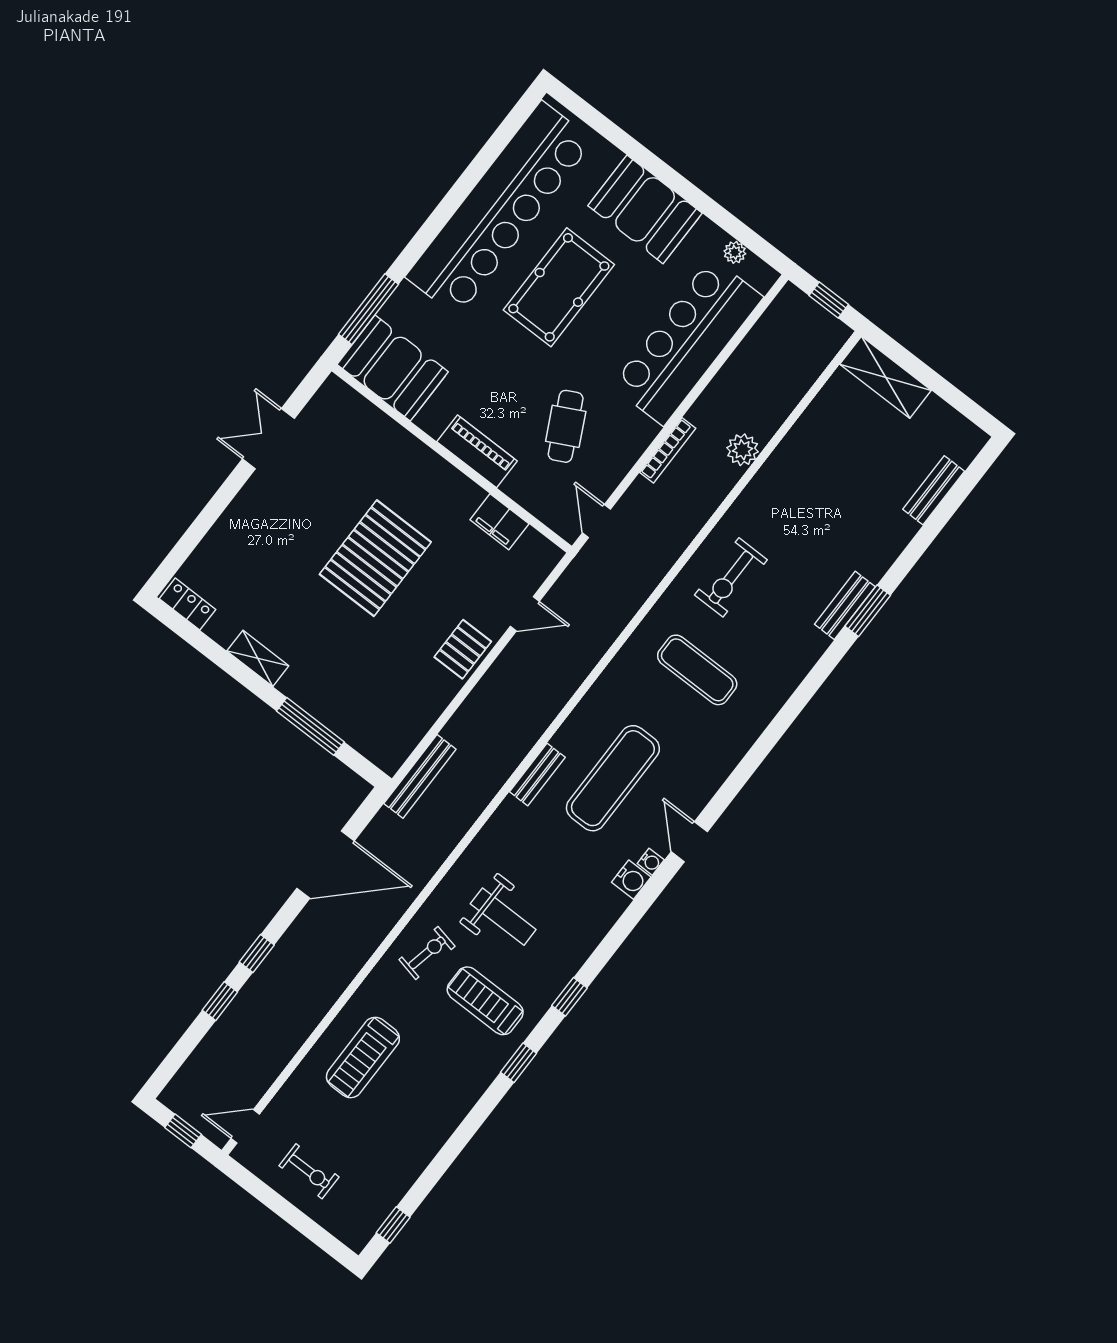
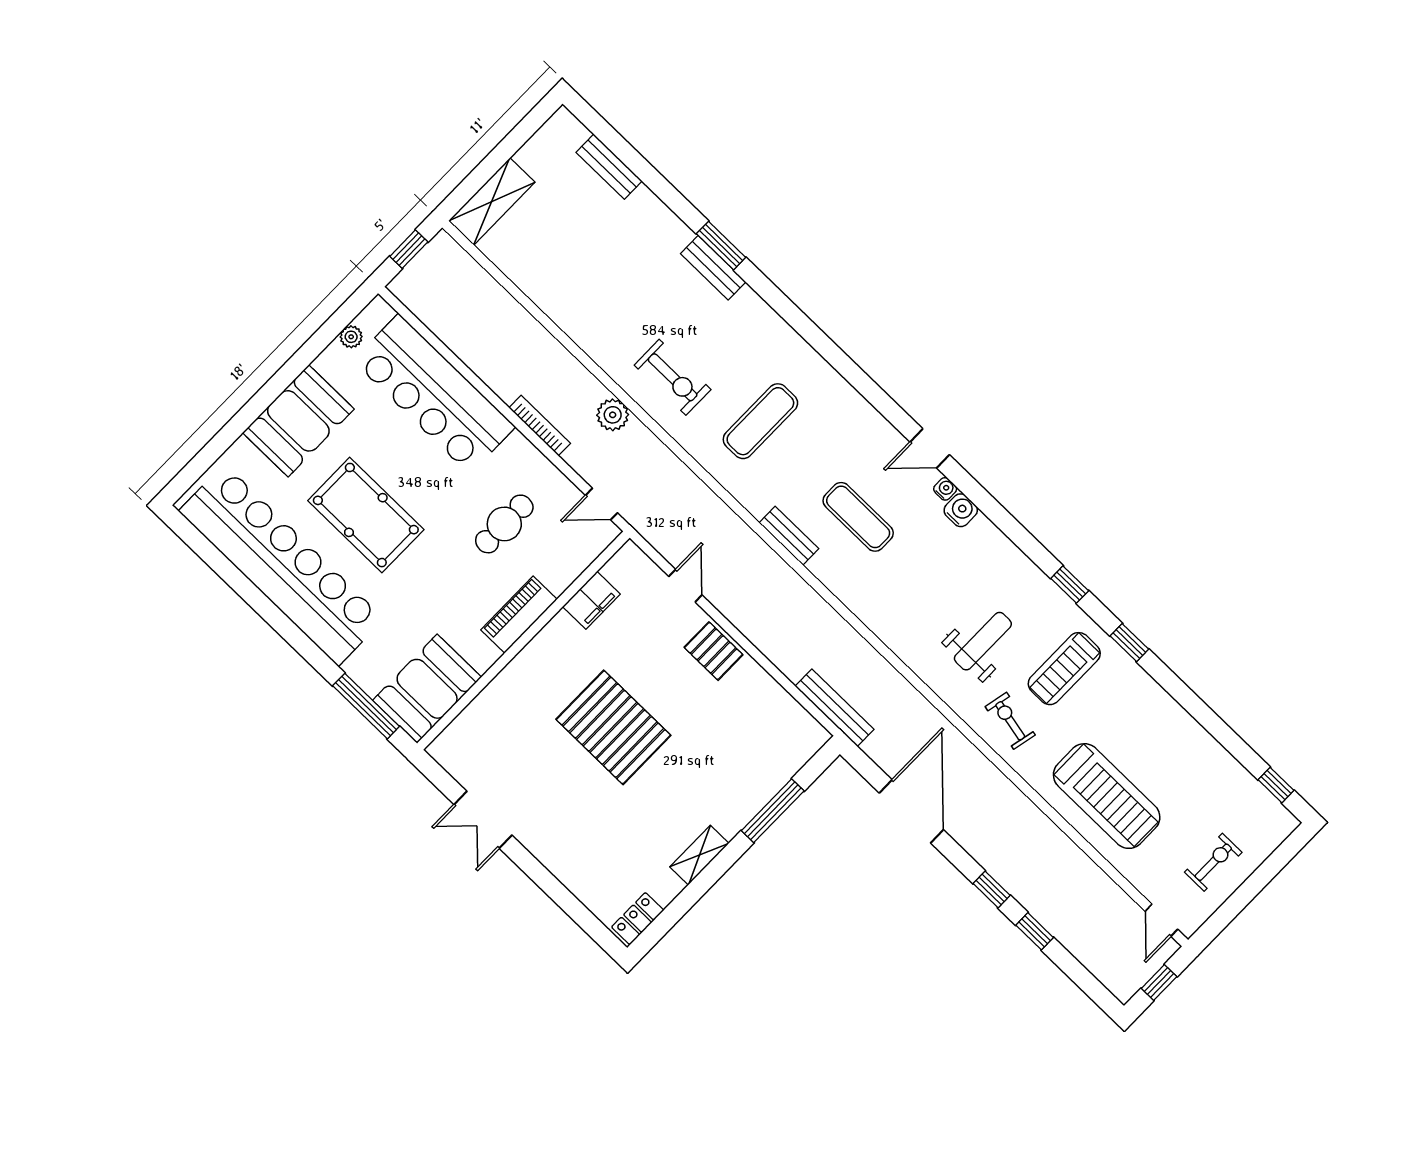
cafe table: (566, 426) -> (504, 524), turned -63
plant: (743, 450) -> (613, 415), moved
bench: (537, 775) -> (789, 536), moved
exercise mat: (613, 778) -> (858, 517), width x0.73, depth x0.69
treadmill: (363, 1058) -> (1107, 796), width x1.37, depth x1.38

